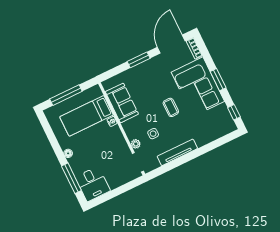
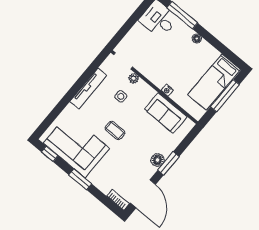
floor lamp: (146, 67) -> (158, 160), added
corner sofa: (198, 87) -> (77, 146), moved
bed: (86, 116) -> (214, 82), moved, turned 180

